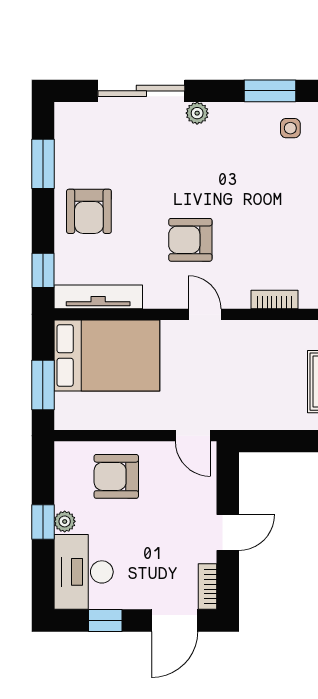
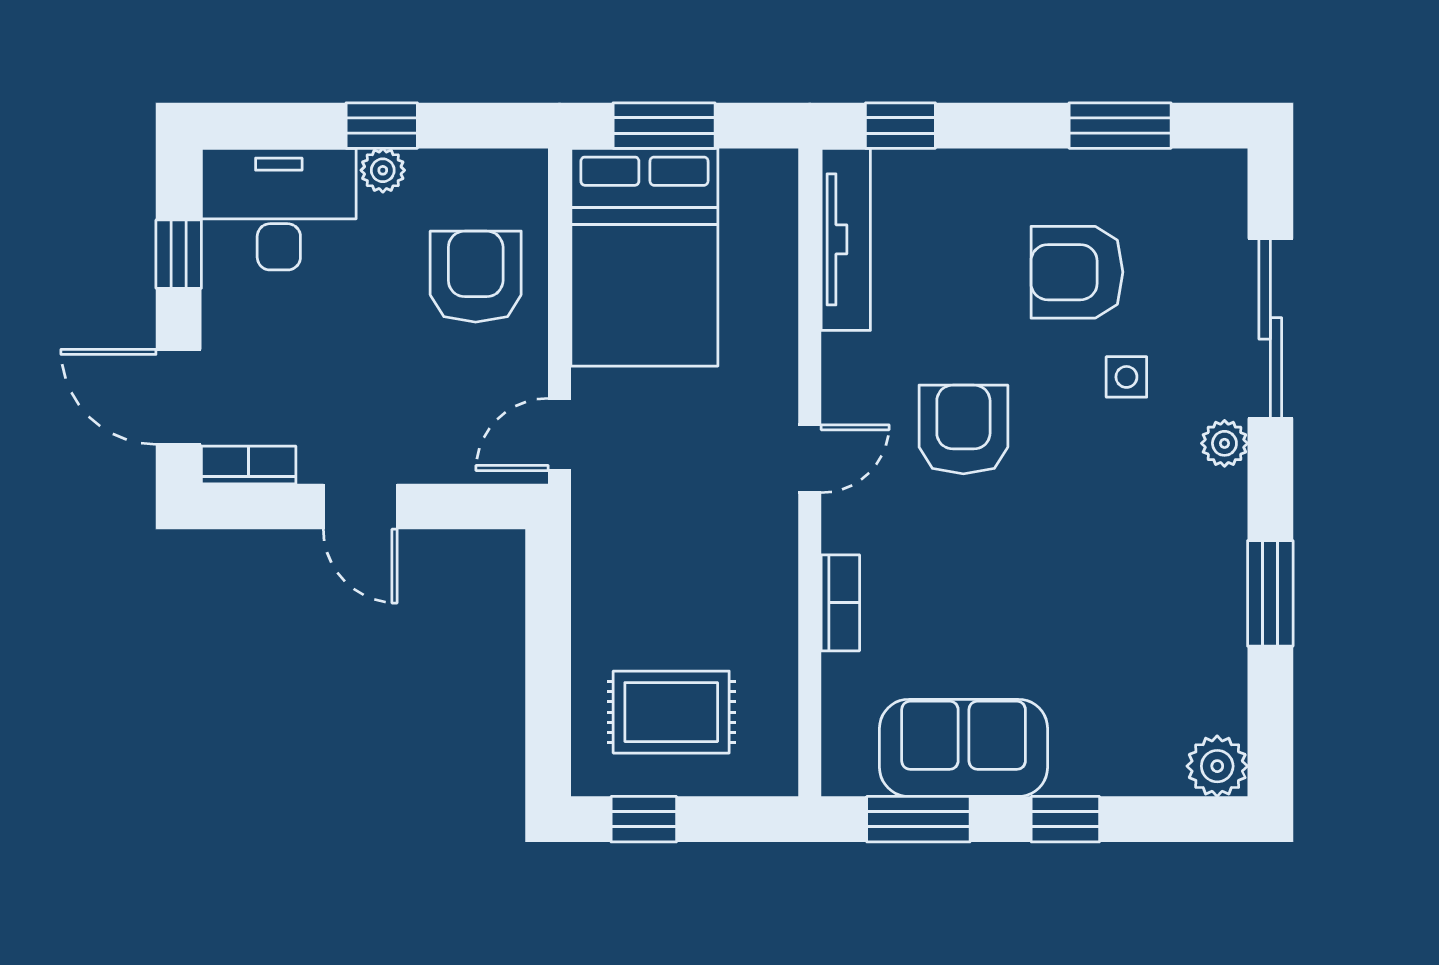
side table: (290, 128) -> (1126, 377), moved
armchair: (89, 211) -> (1077, 272), moved
bed: (107, 355) -> (644, 257), moved

